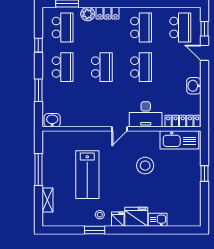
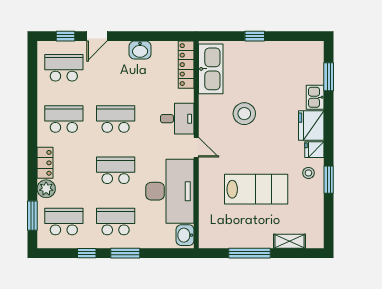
window: (38, 90) -> (125, 253), moved
desk: (86, 109) -> (170, 191), added
desk: (146, 114) -> (177, 119), width x0.73
window: (173, 230) -> (329, 77), added

